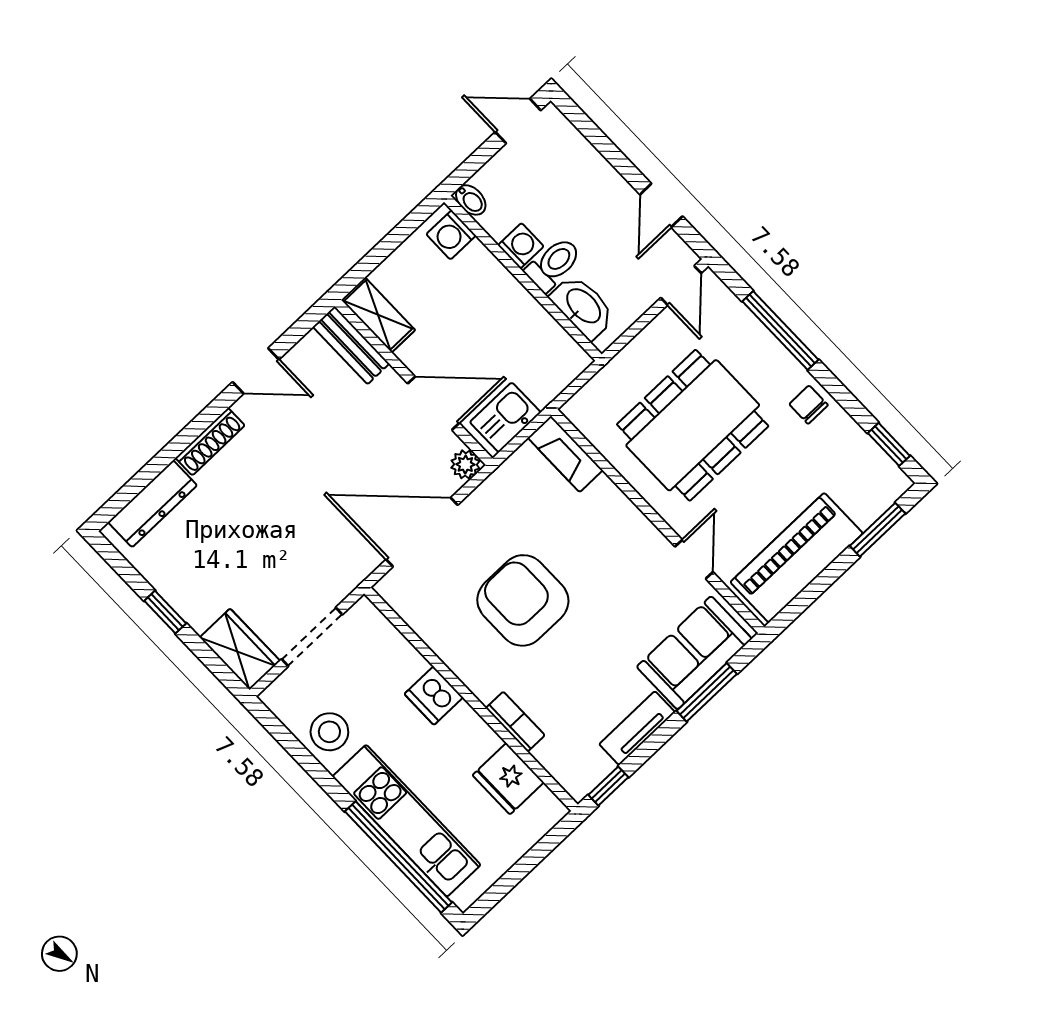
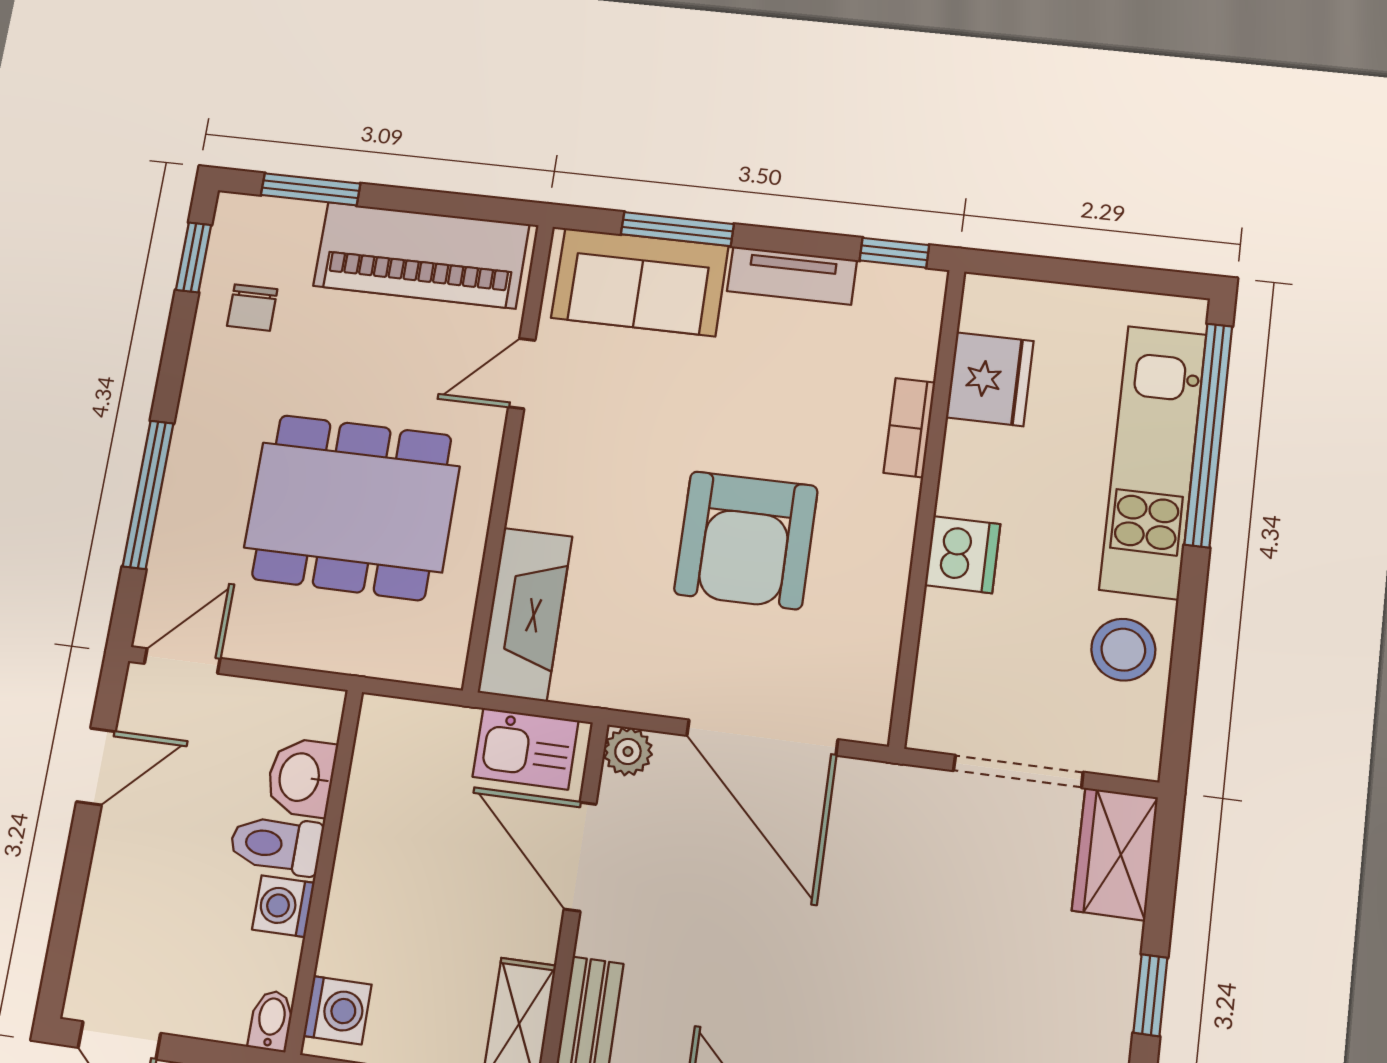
washbasin: (583, 307) -> (301, 777), width x0.72
chair: (809, 405) -> (252, 308), moved
fireplace: (565, 454) -> (525, 614), width x1.37, depth x1.32

